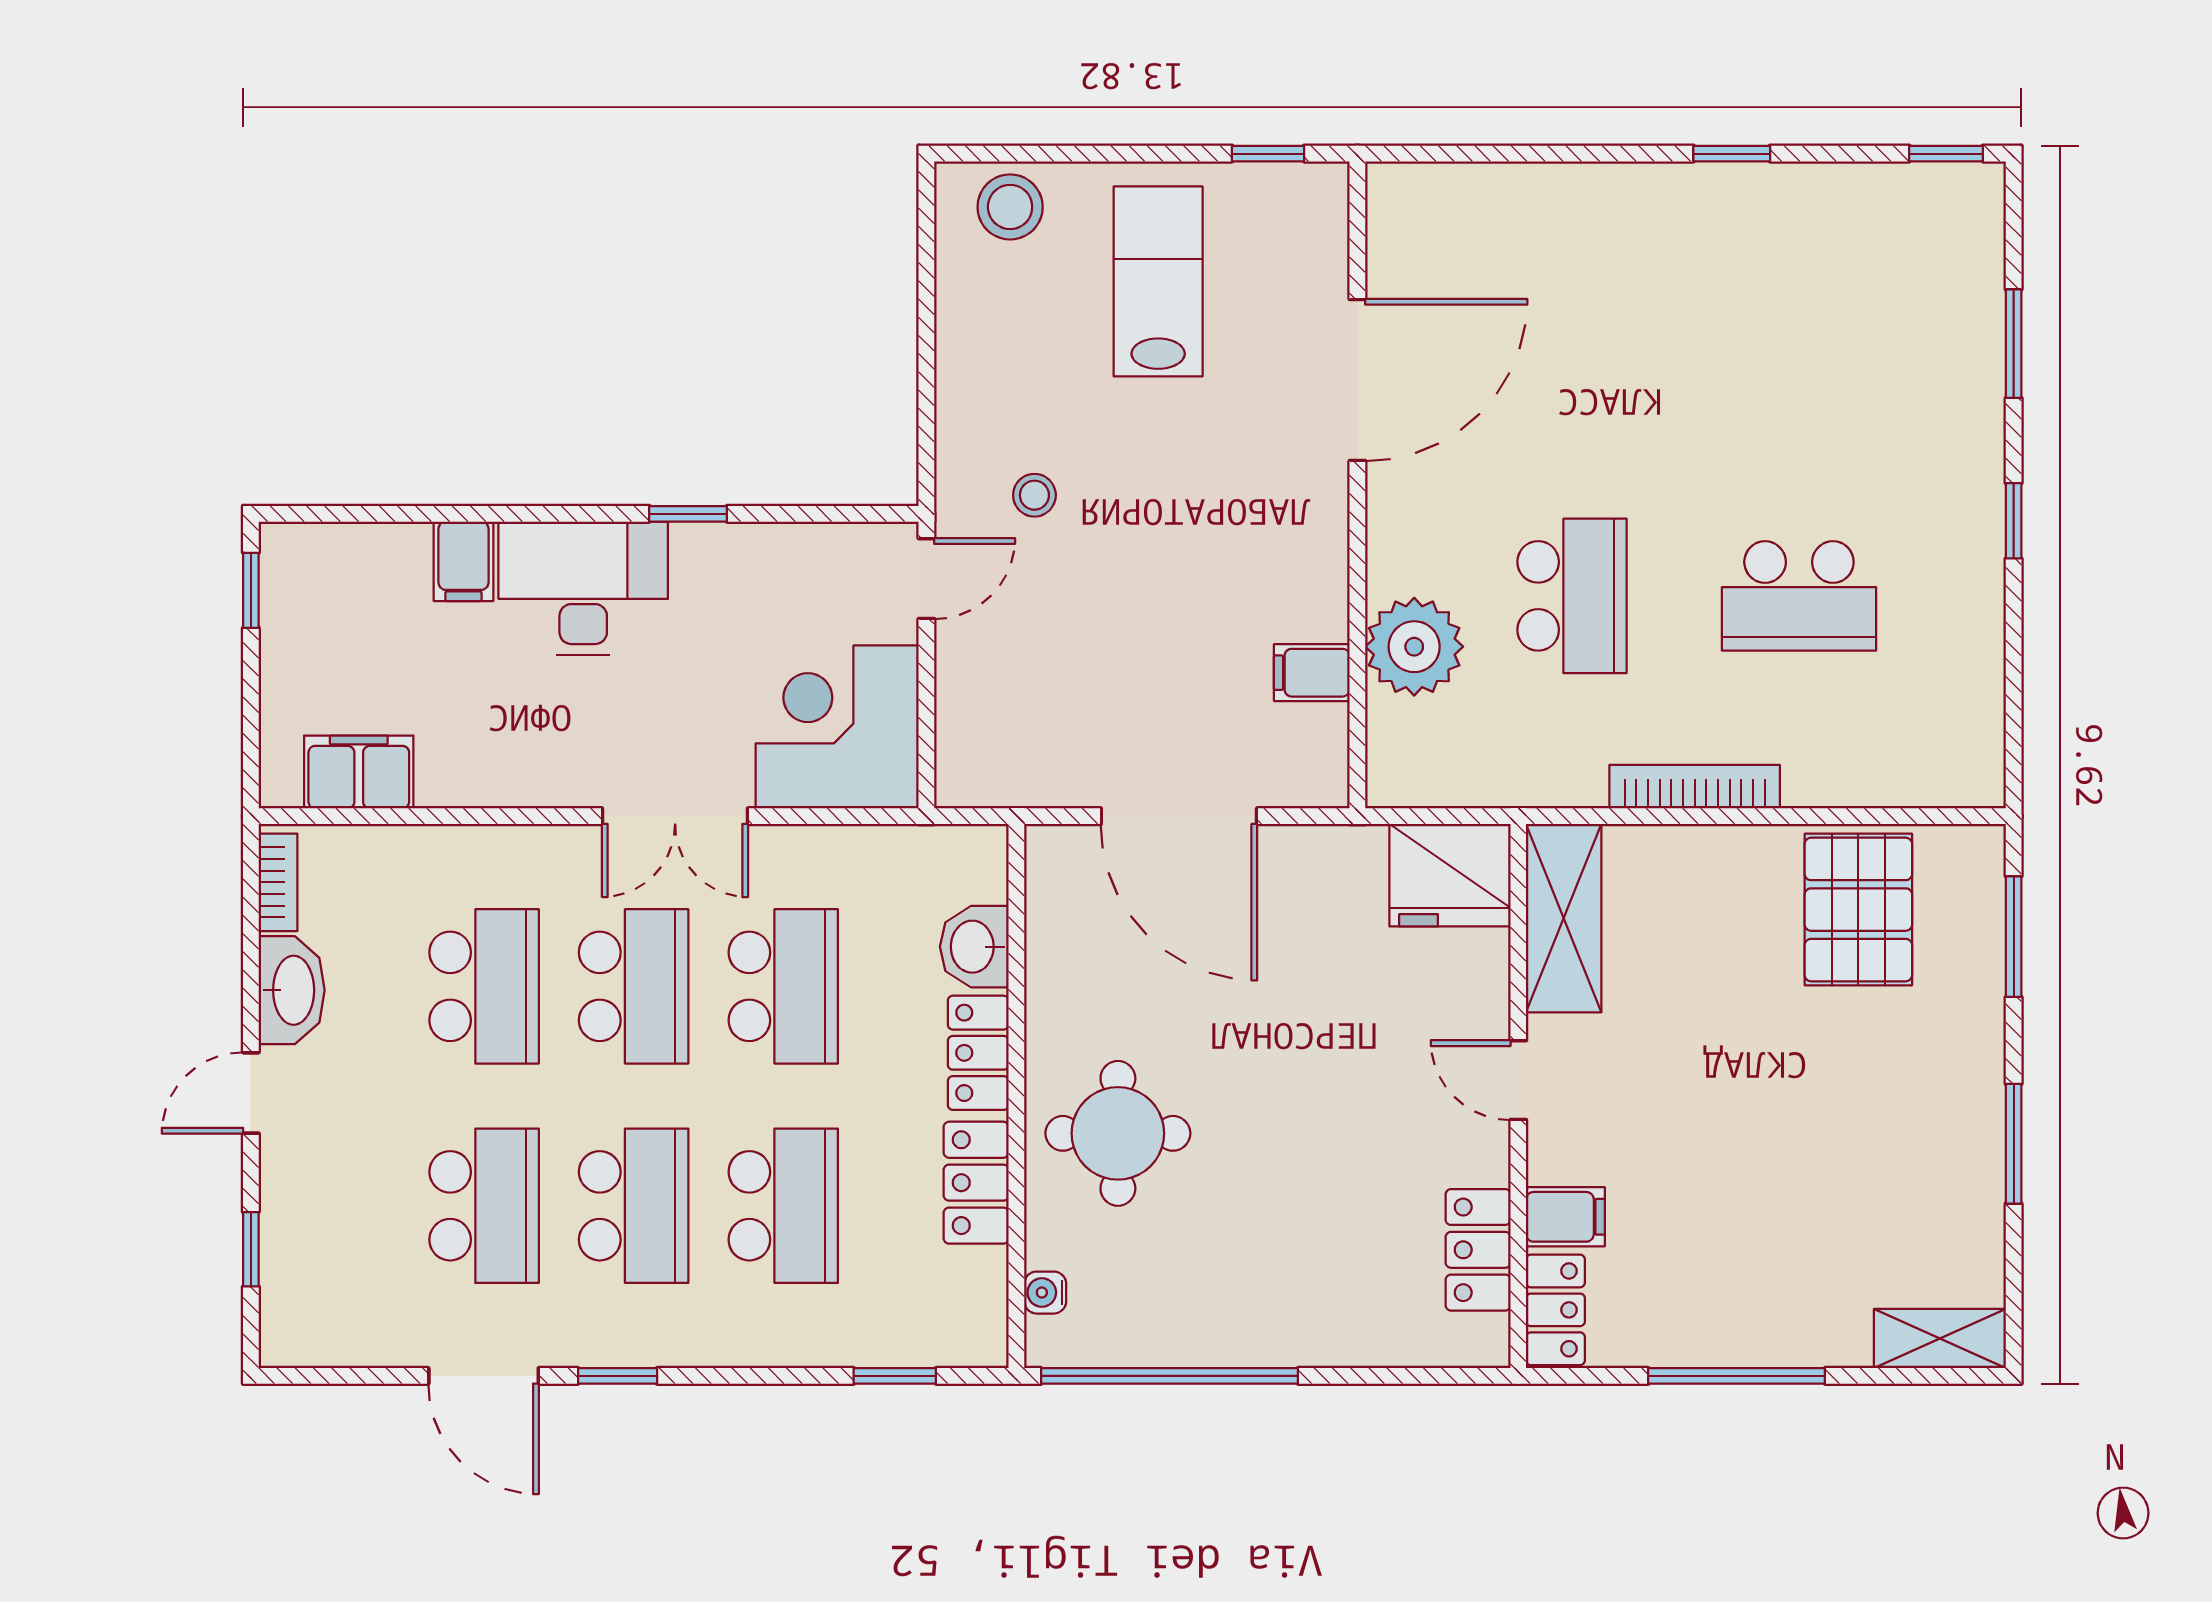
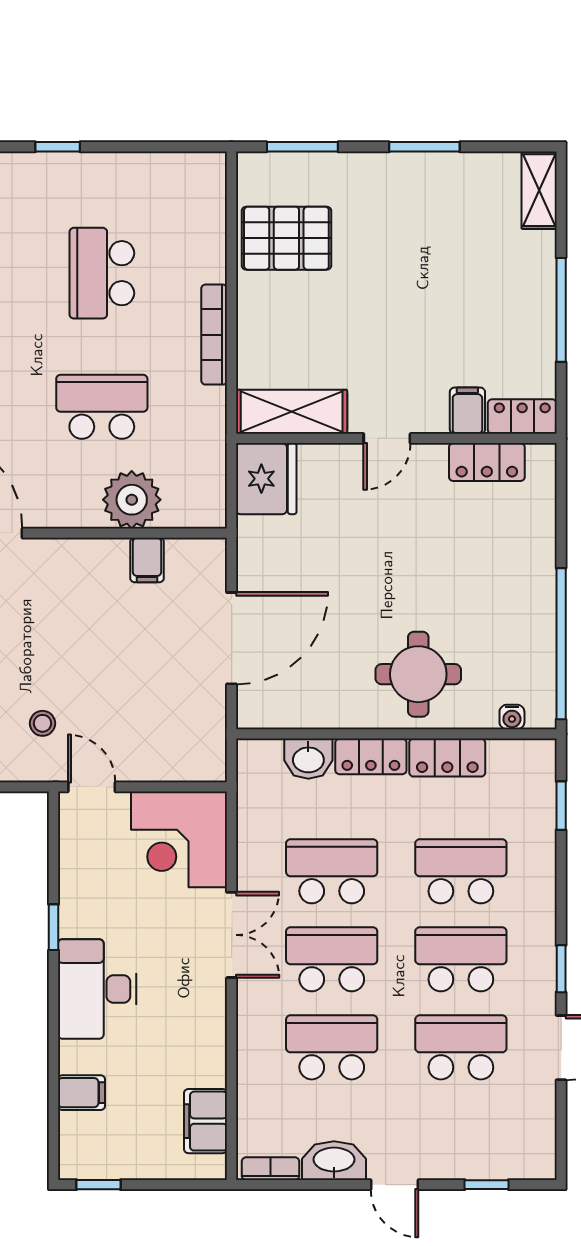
filing cabinet: (463, 561) -> (81, 1093), moved
school desk: (1799, 596) -> (102, 273), turned 180

